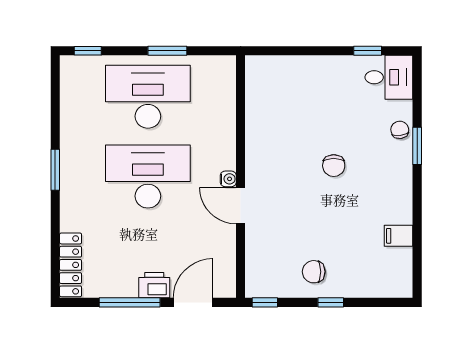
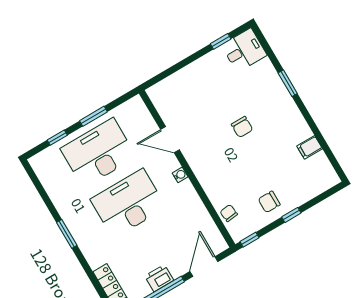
window: (88, 51) -> (57, 138), moved
chair: (400, 130) -> (229, 213), moved
door: (241, 206) -> (170, 140), moved
printer: (154, 285) -> (159, 278), moved

